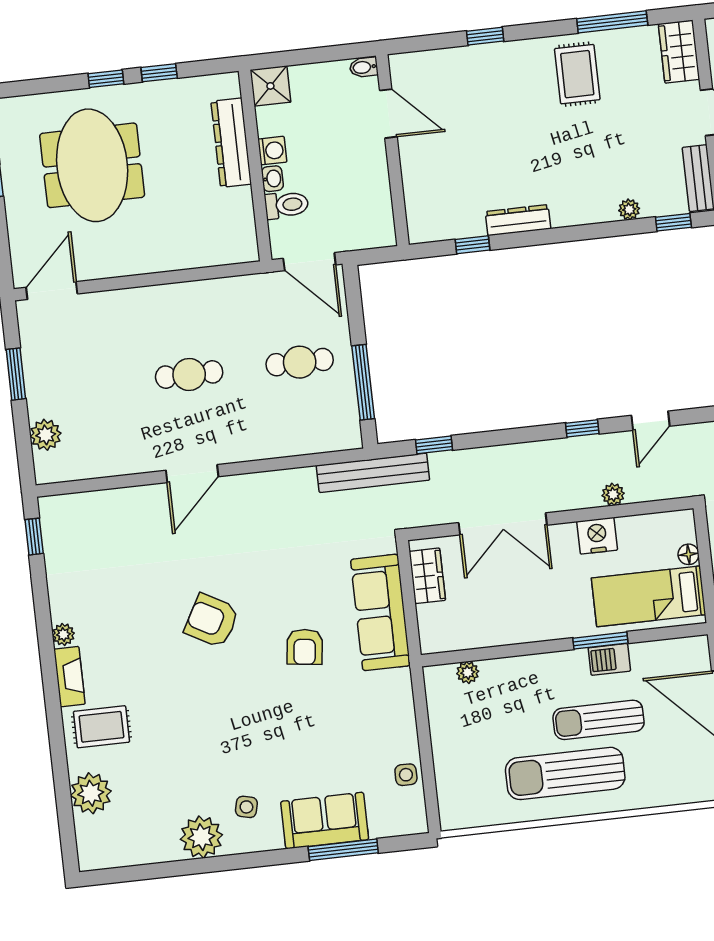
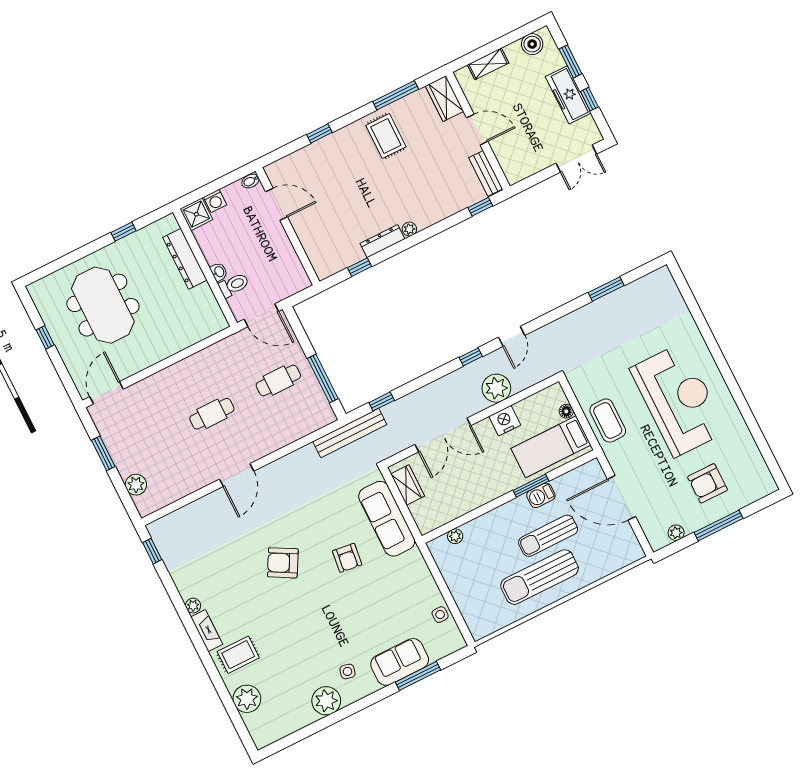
window: (106, 79) -> (92, 248), removed
washing machine: (272, 151) -> (215, 201), moved, turned 90
plant: (629, 209) -> (409, 229), moved
plant: (613, 494) -> (496, 388), width x1.88, depth x1.88

